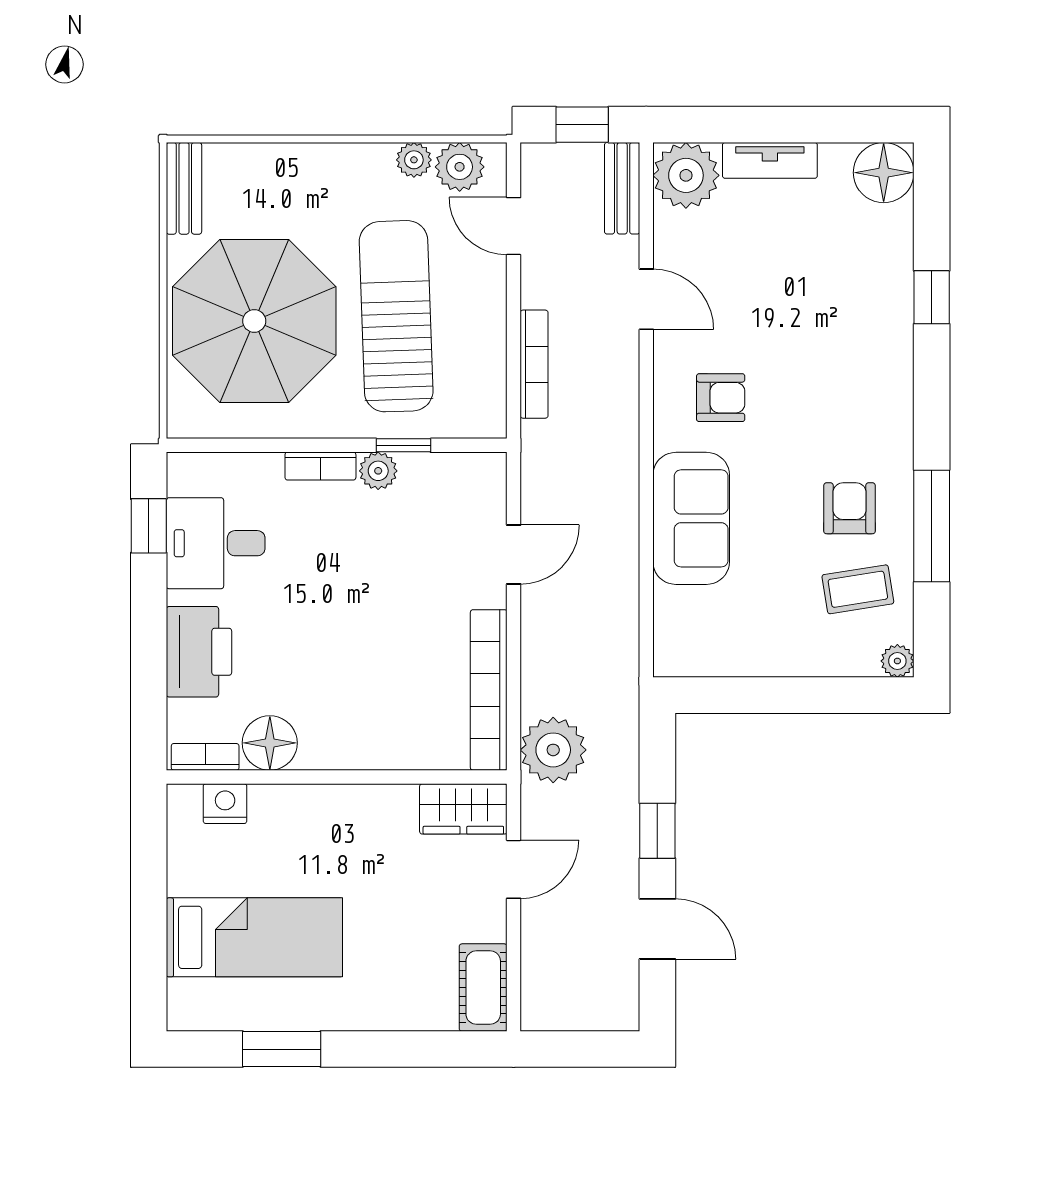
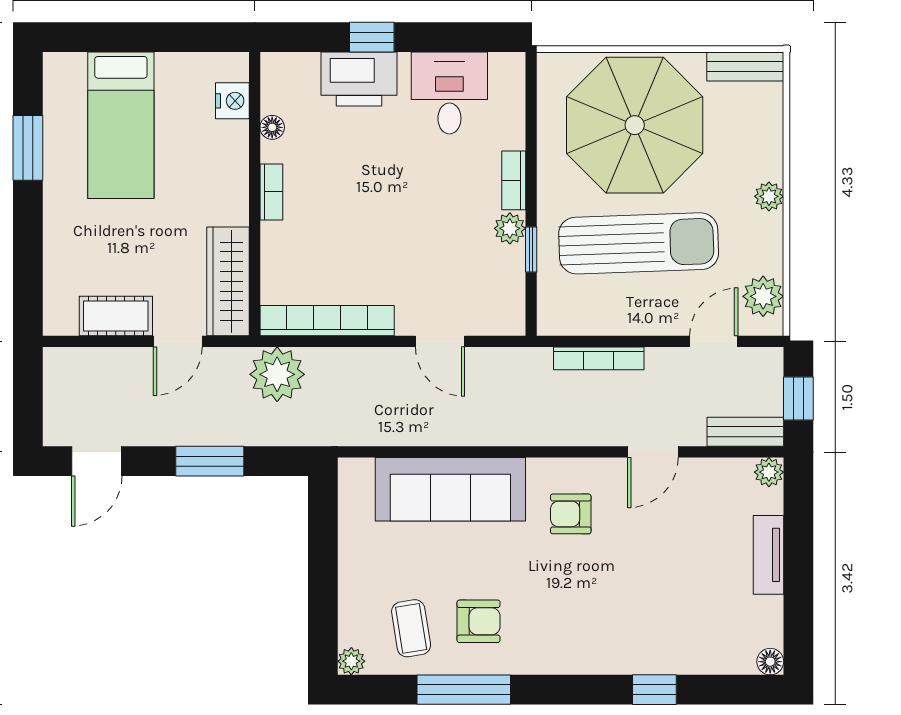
plant: (414, 160) -> (769, 196), moved
floor lamp: (884, 173) -> (770, 662), width x0.53, depth x0.53
plant: (686, 175) -> (769, 472), width x0.53, depth x0.53
armchair: (721, 398) -> (571, 514), turned 90
sofa: (691, 518) -> (450, 489), width x1.36
window: (149, 526) -> (372, 37), moved
floor lamp: (270, 743) -> (272, 127), width x0.53, depth x0.53
bookcase: (205, 757) -> (271, 192), moved
wardrobe: (463, 809) -> (228, 281), width x1.50
window: (657, 831) -> (210, 461), width x1.50
door: (514, 869) -> (178, 341), hinge flipped
door: (657, 929) -> (97, 461), moved
cot: (483, 988) -> (116, 316), moved

